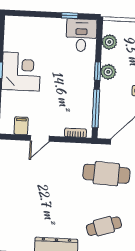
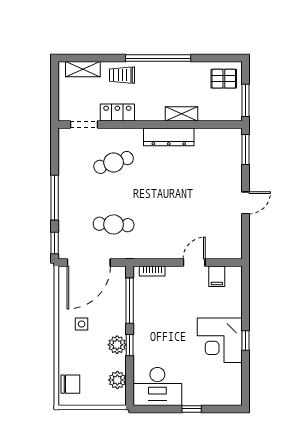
window: (70, 16) -> (192, 409), moved
desk: (81, 35) -> (157, 386), width x1.37
cafe table: (106, 174) -> (114, 224), width x0.73, depth x0.74

